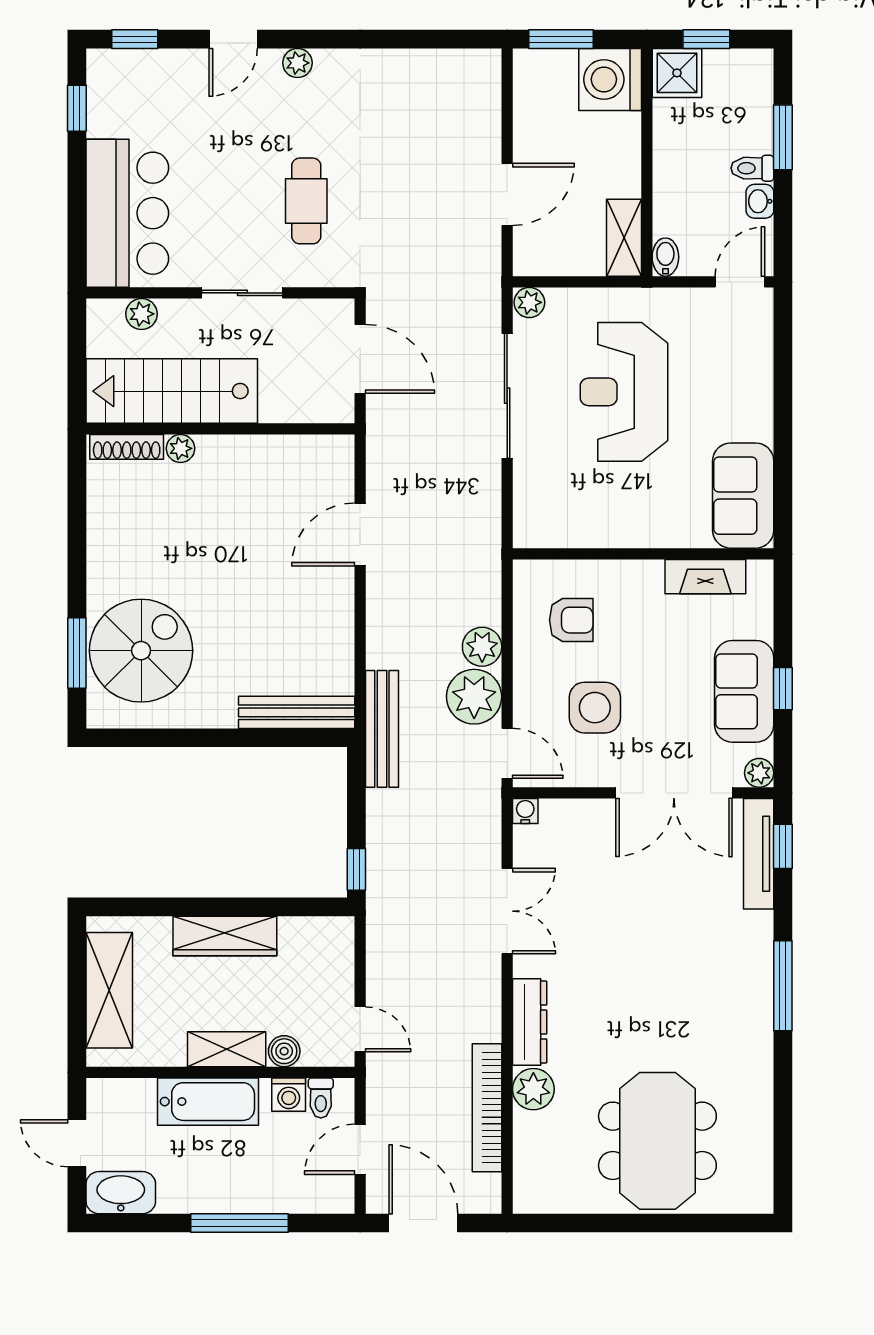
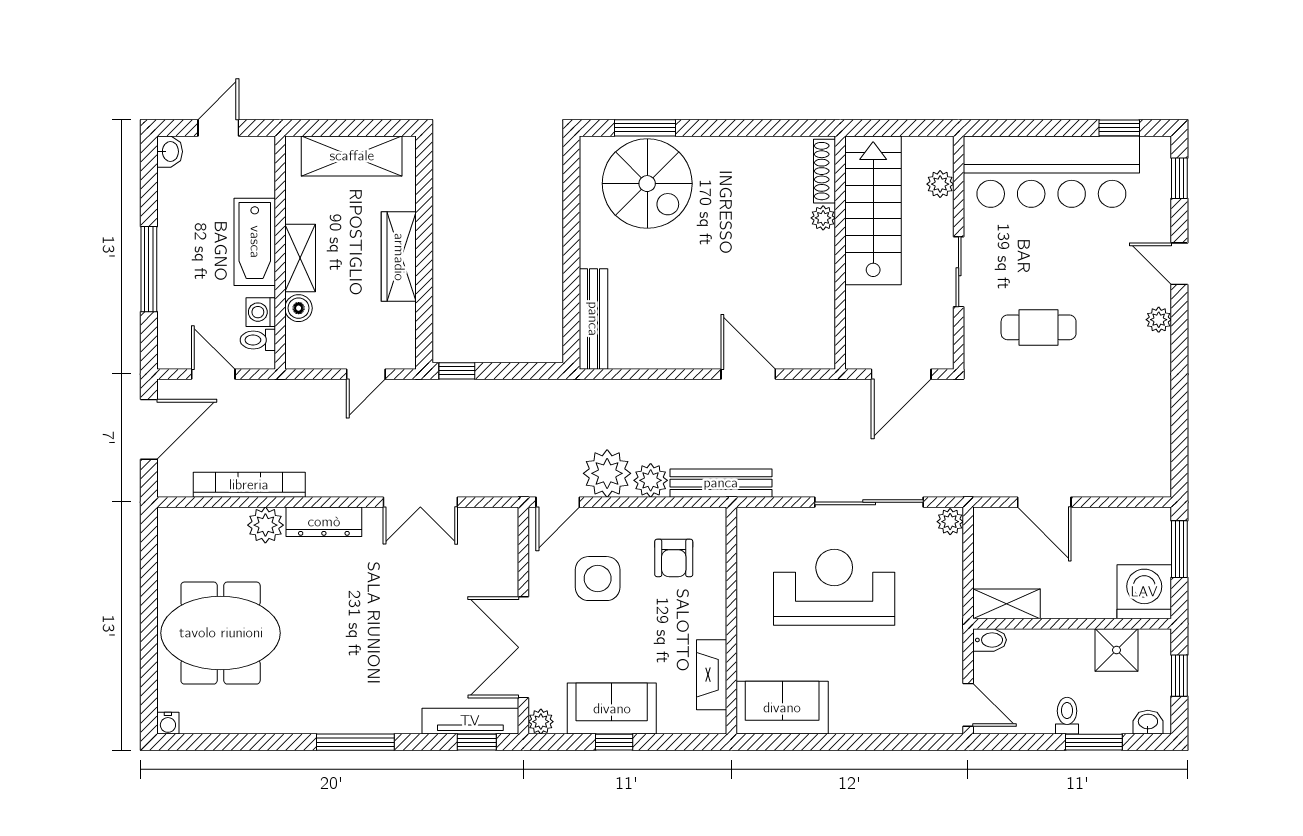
shower: (677, 73) -> (1117, 650), moved
washbasin: (760, 201) -> (1148, 722), moved
bar counter: (127, 213) -> (1051, 172), width x1.36
reception desk: (624, 392) -> (834, 587), moved
bench: (382, 729) -> (721, 483), moved
water cooler: (525, 811) -> (168, 723), moved, turned 90
door: (360, 1029) -> (366, 374), moved
washbasin: (121, 1193) -> (170, 152), width x0.52, depth x0.69

